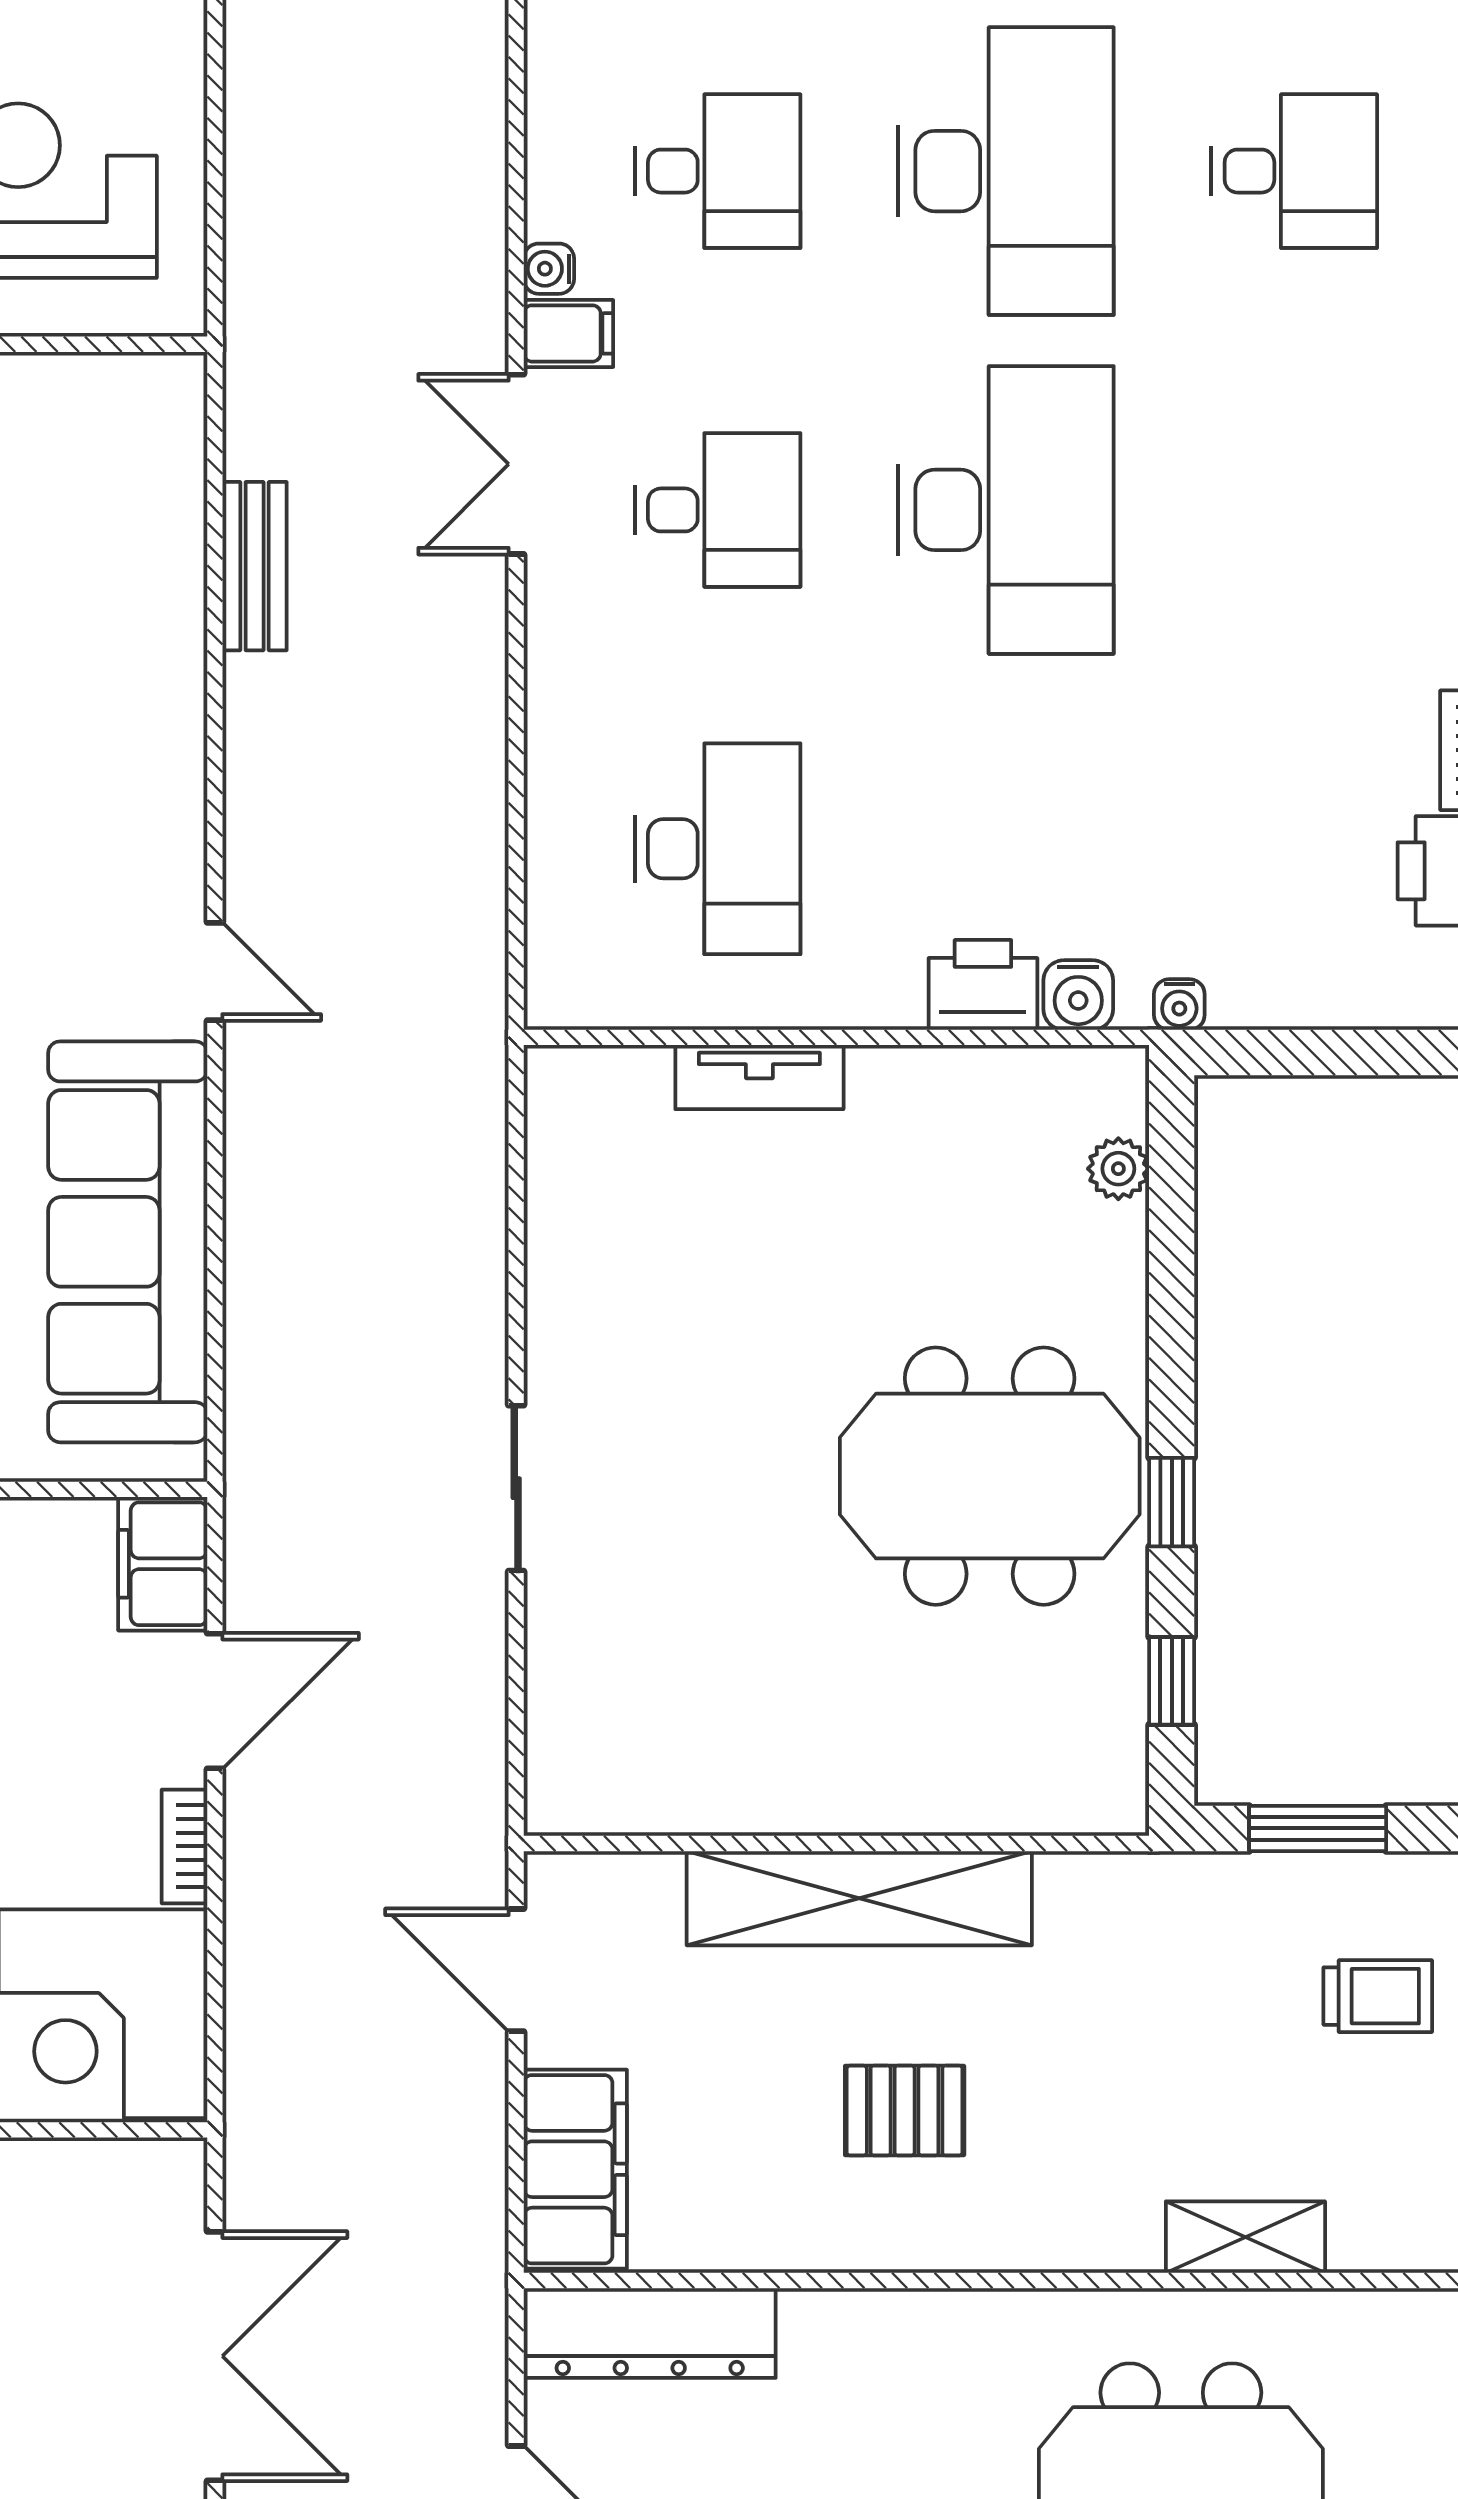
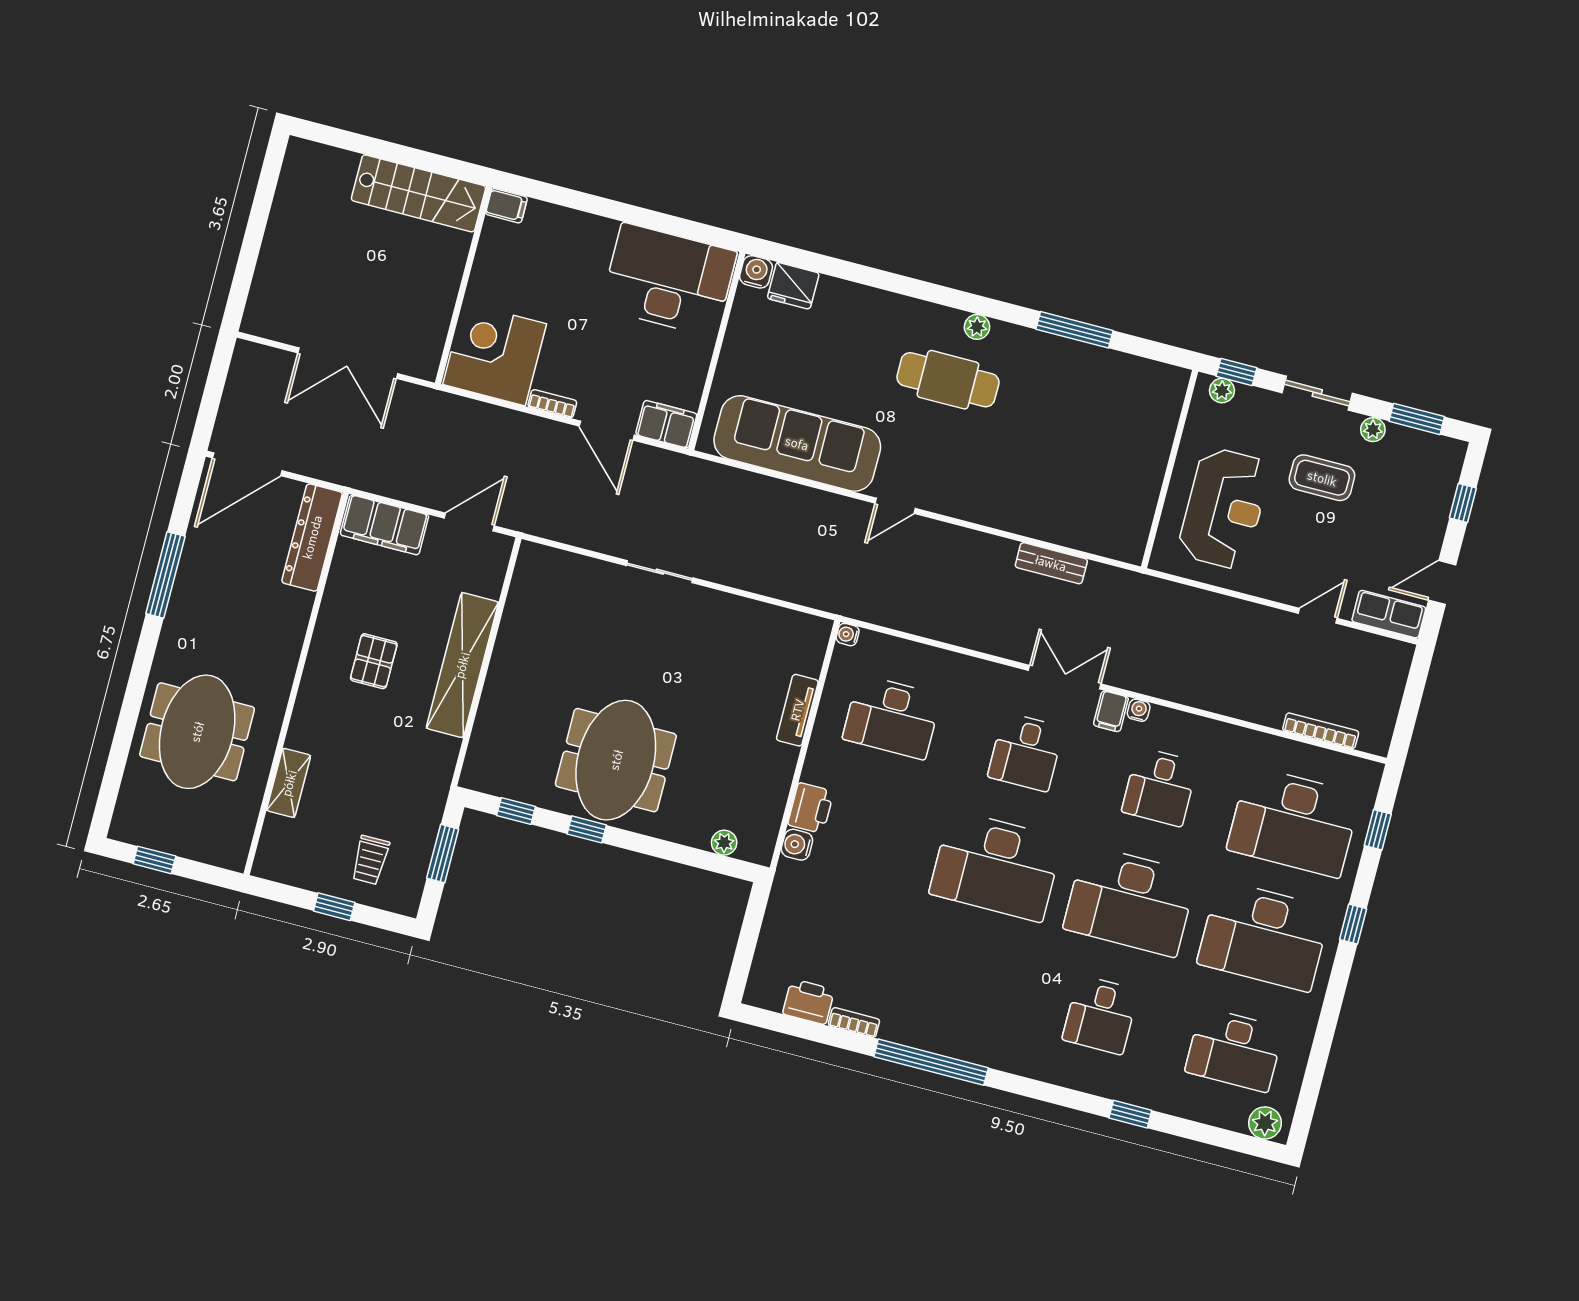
water cooler: (1179, 1004) -> (848, 635), moved

